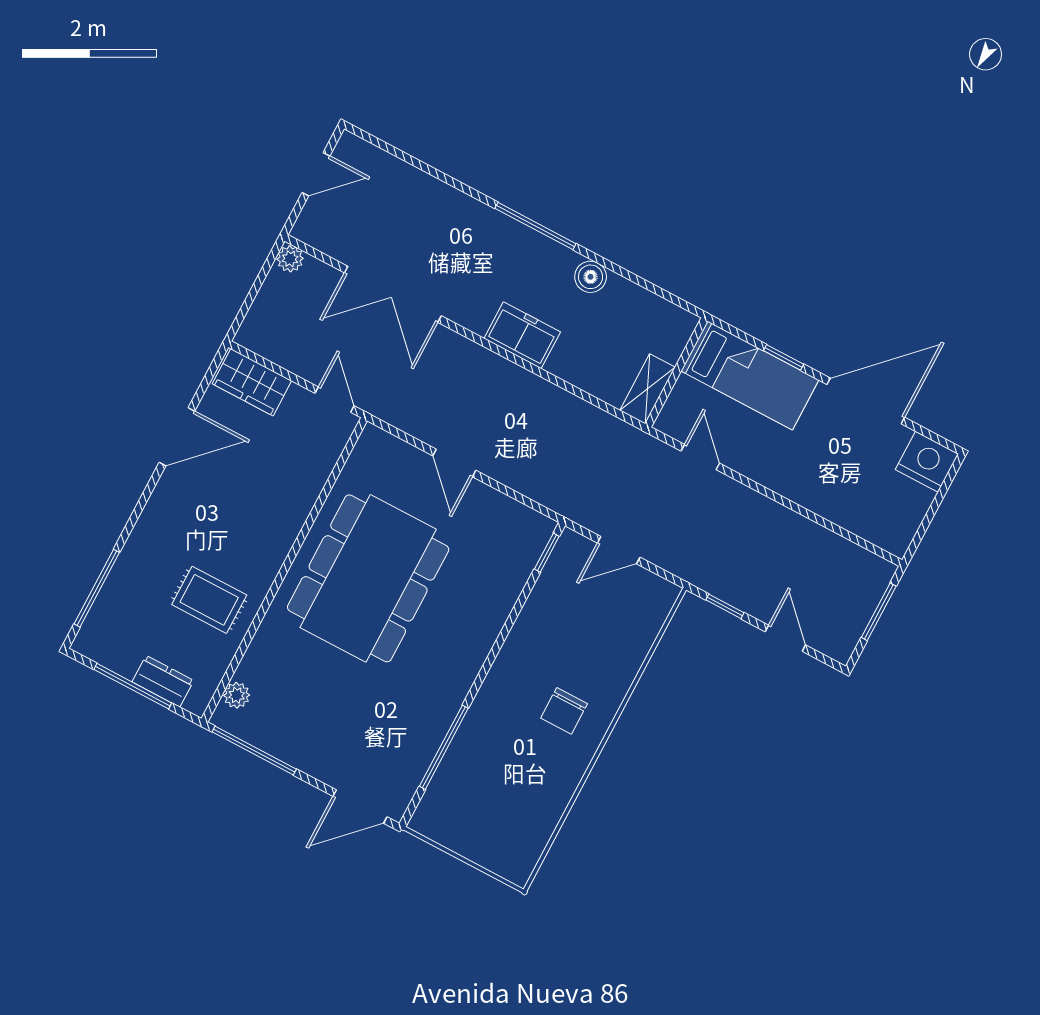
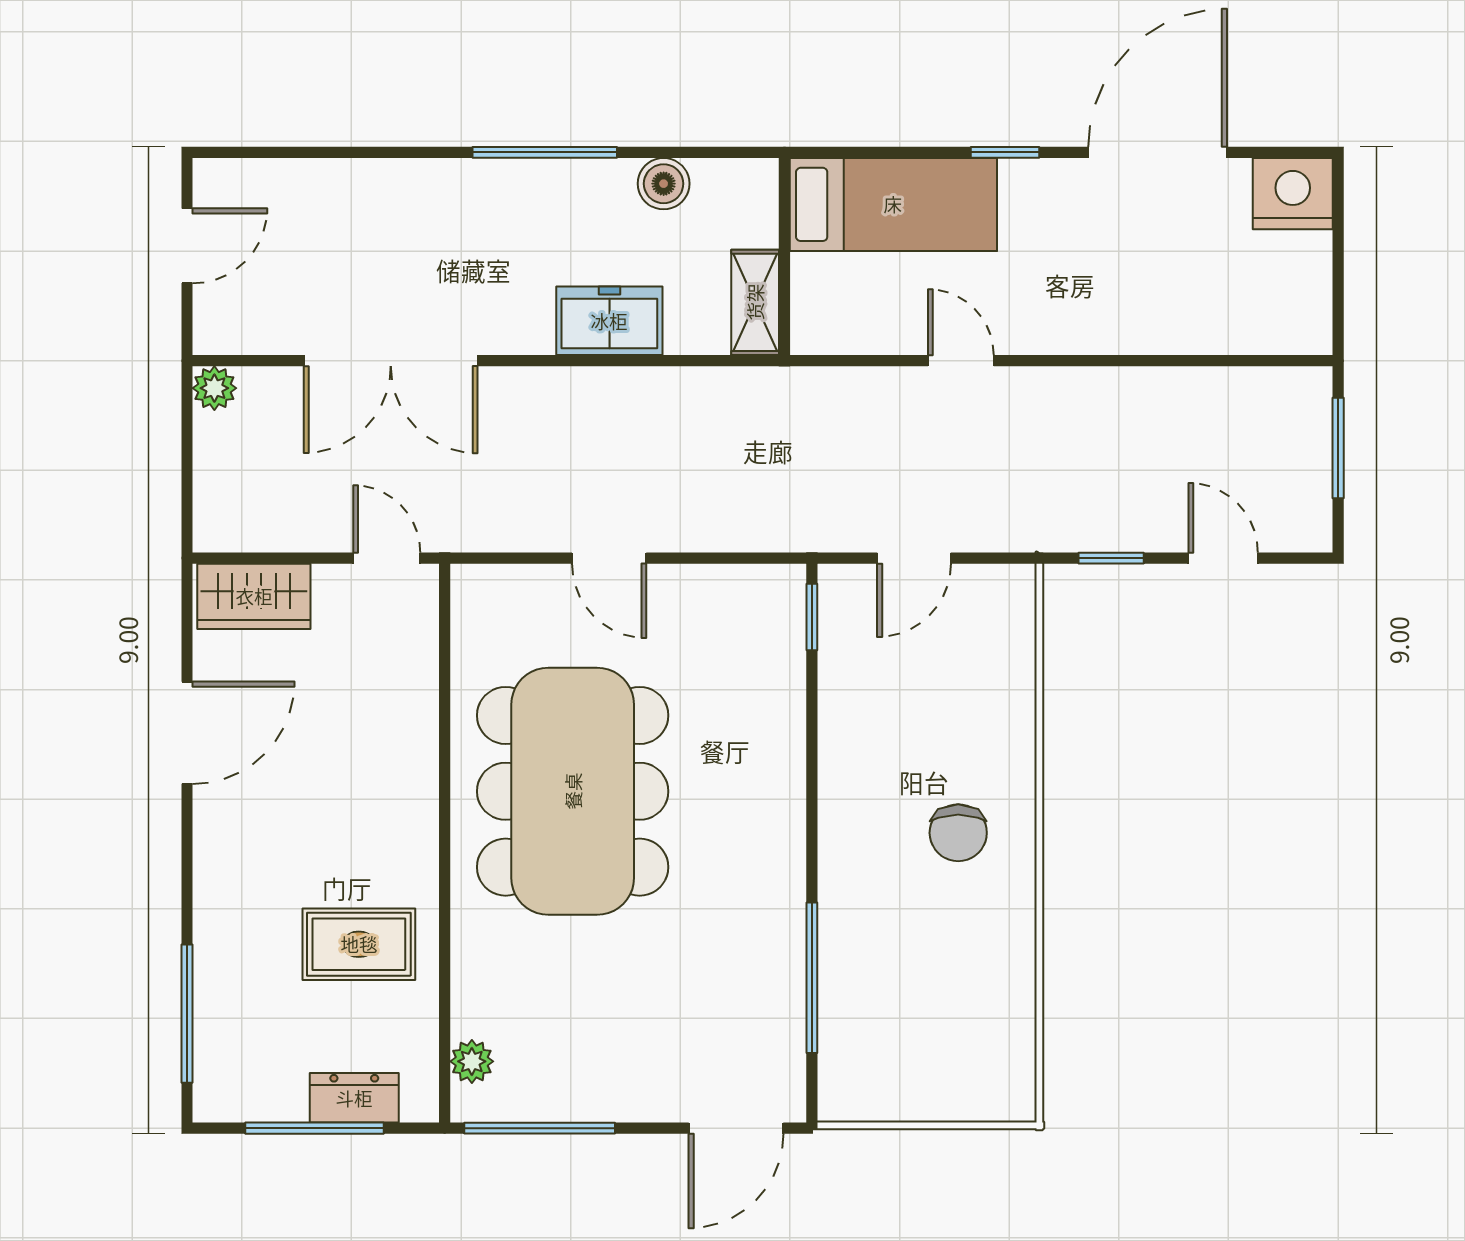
wall: (676, 372) -> (784, 257), moved
bed: (750, 375) -> (893, 204), moved
shelving: (647, 389) -> (755, 302), moved

